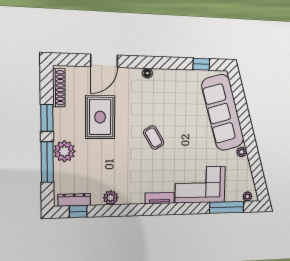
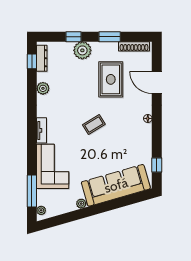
rug: (100, 117) -> (111, 79), turned 90
window: (47, 162) -> (74, 37), width x0.46

